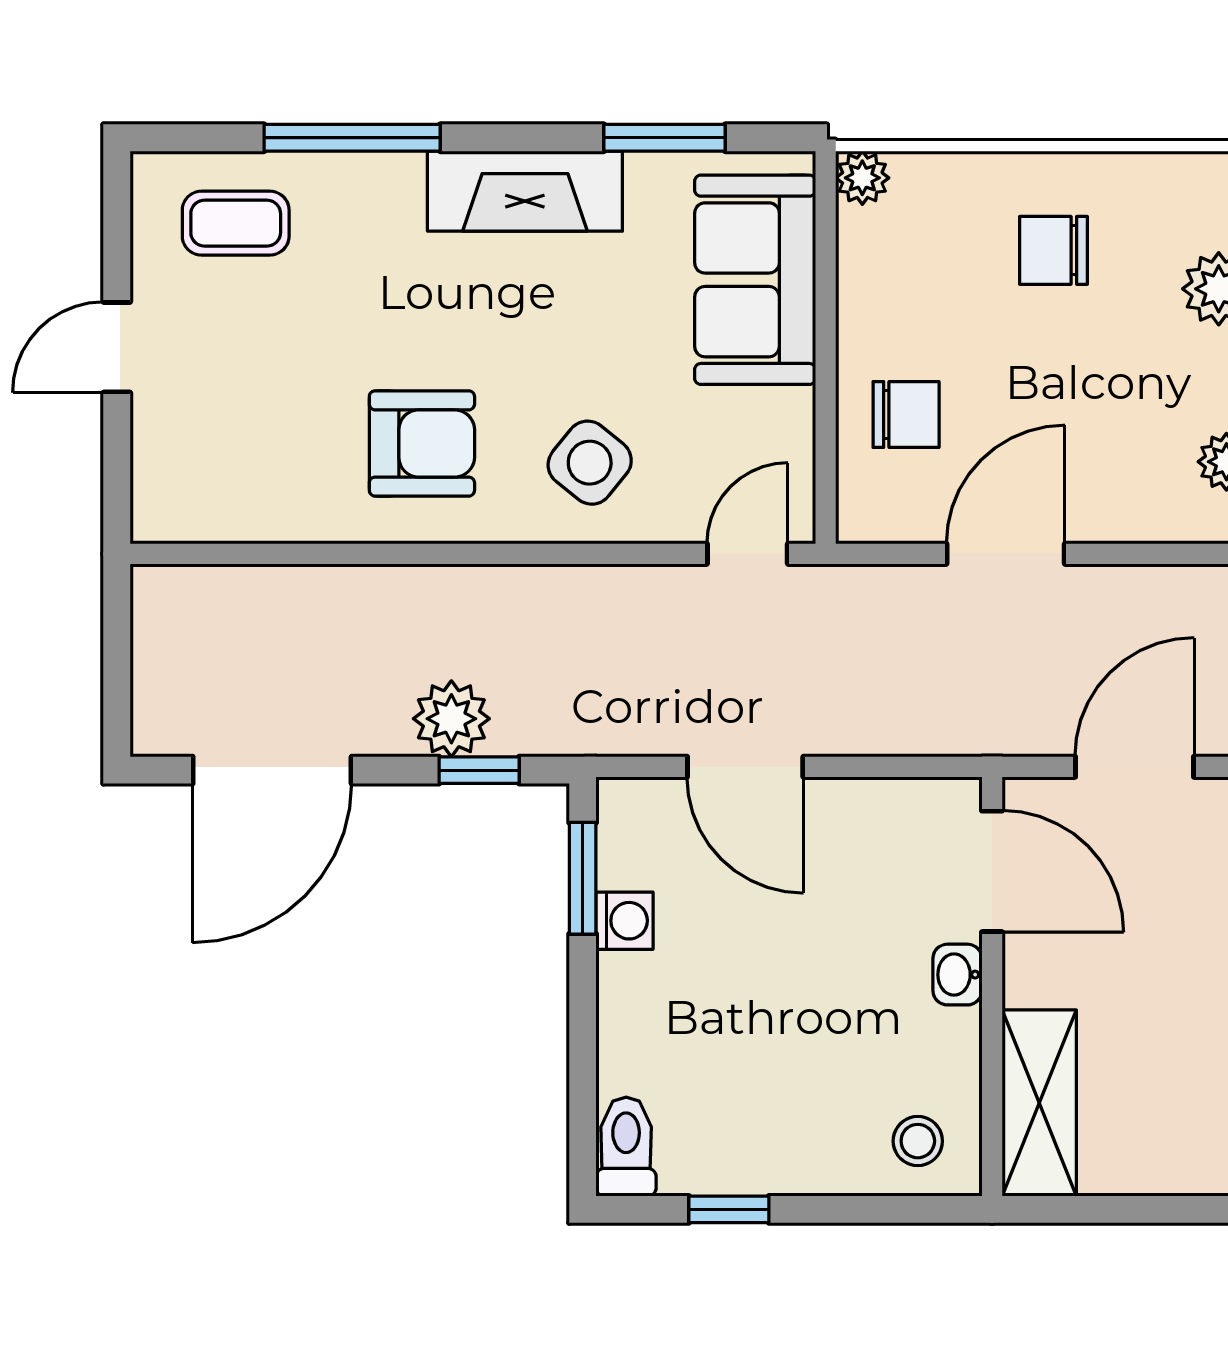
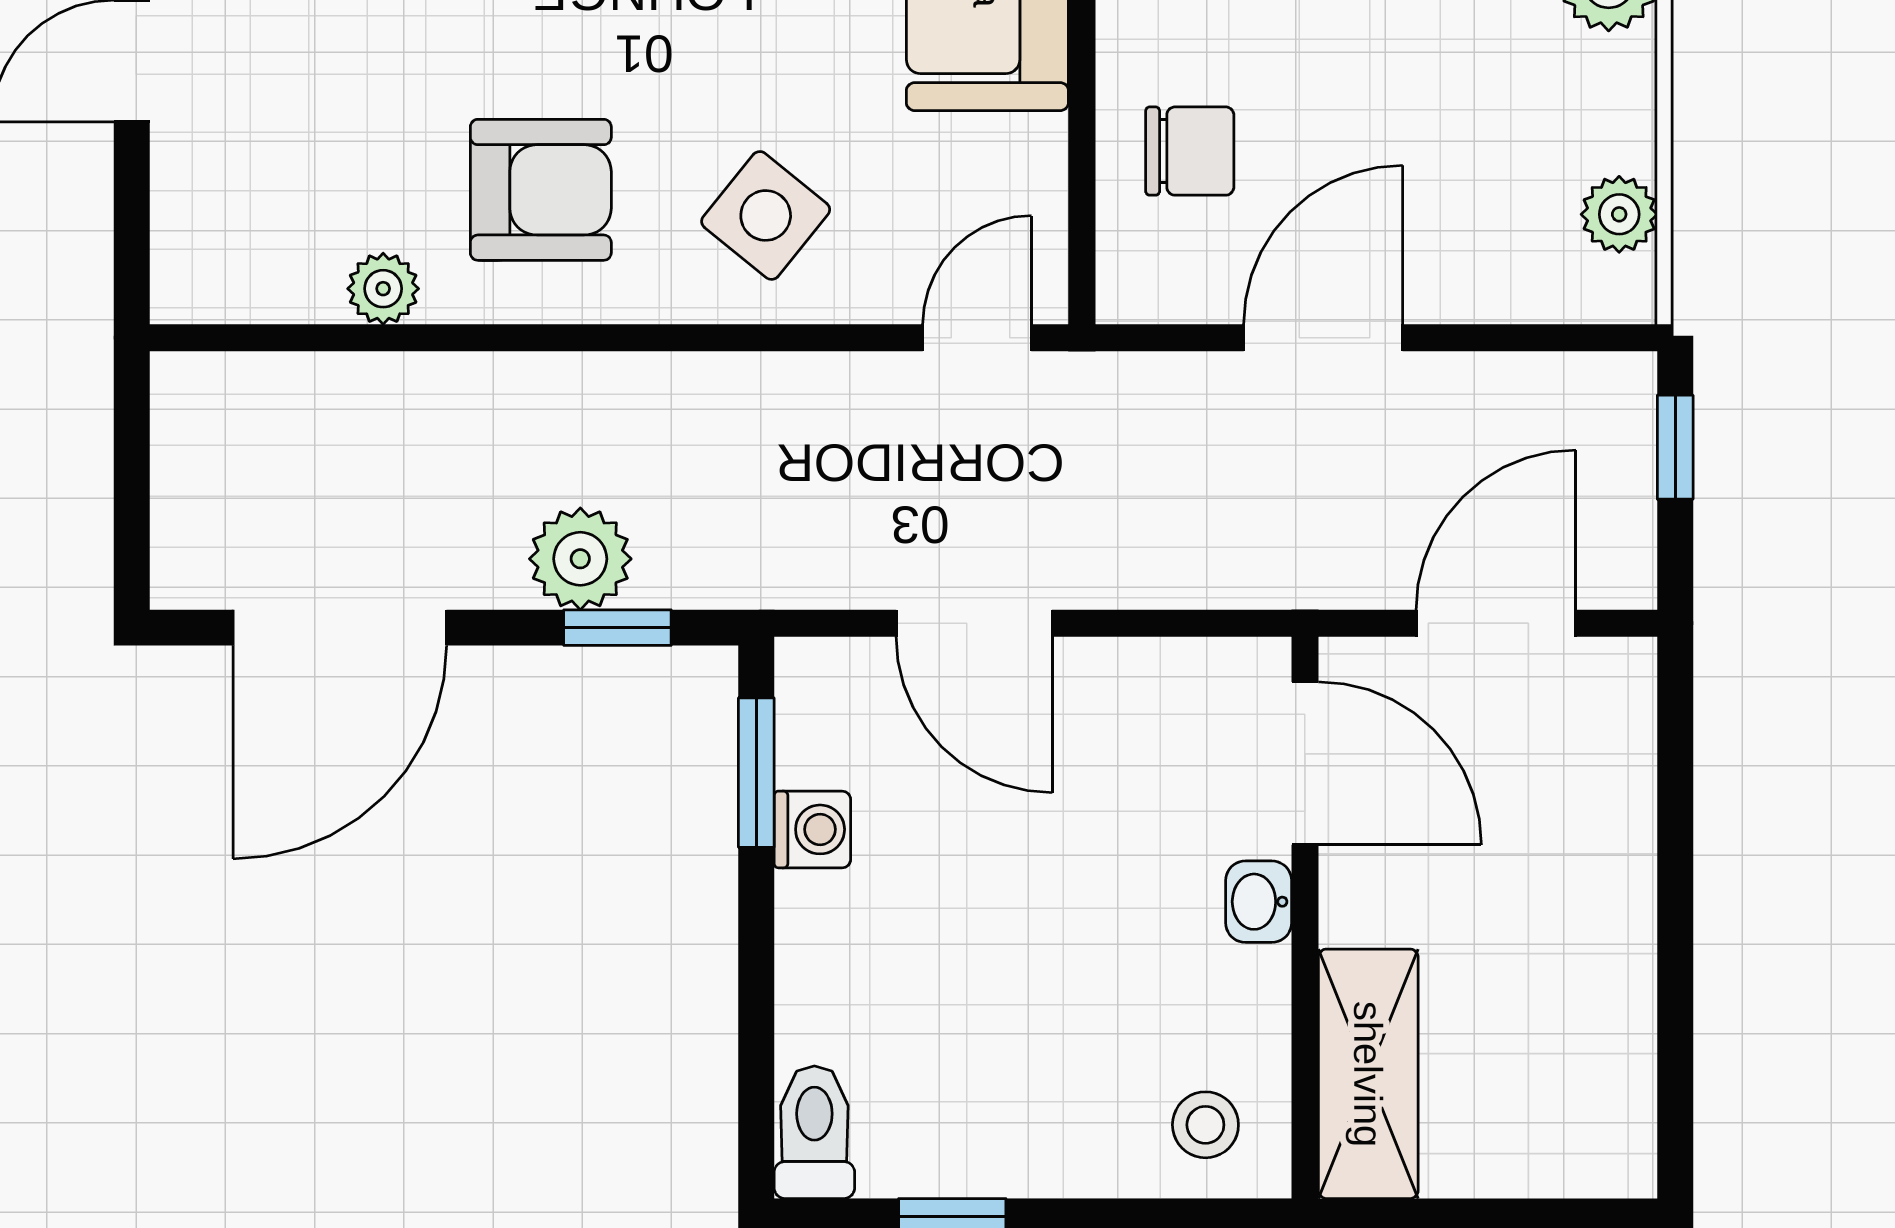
plant: (304, 517) -> (383, 289), added

